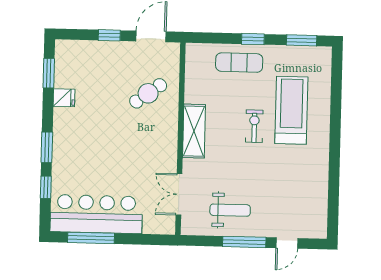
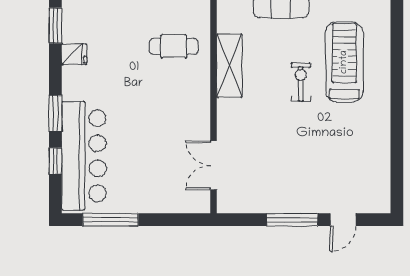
cafe table: (148, 93) -> (174, 46), turned 36
shelving: (194, 131) -> (229, 66), moved
weight bench: (230, 210) -> (275, 182), removed
bar counter: (96, 214) -> (84, 156), moved, turned 90

